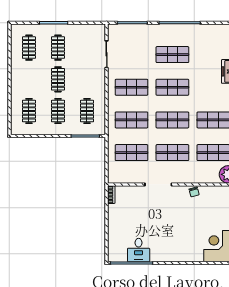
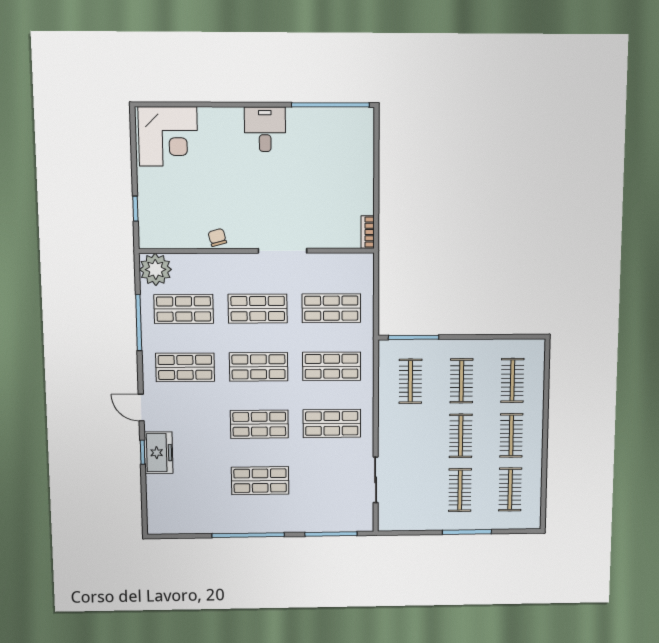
clothes rail: (29, 79) -> (511, 435), added
desk: (139, 250) -> (265, 129), moved

